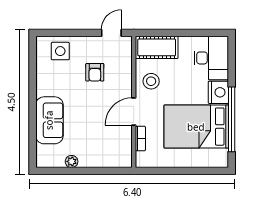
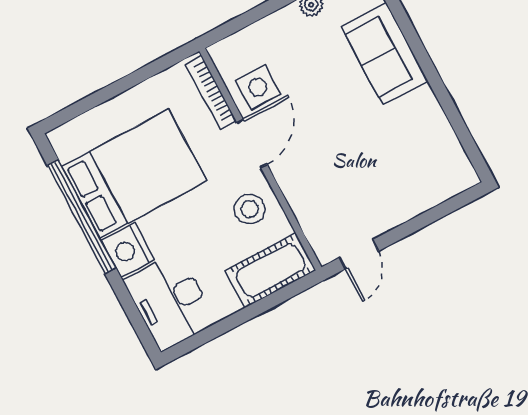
side table: (60, 51) -> (258, 87), moved
armchair: (95, 72) -> (351, 174), removed
bookcase: (140, 138) -> (211, 92), width x1.56

